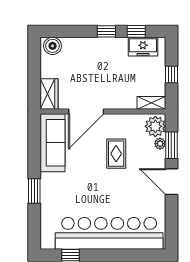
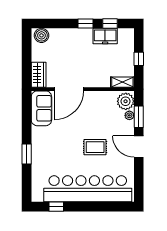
freezer: (143, 47) -> (105, 36), moved
sofa: (52, 143) -> (41, 108), width x0.73
rug: (116, 154) -> (95, 147), moved, turned 90

